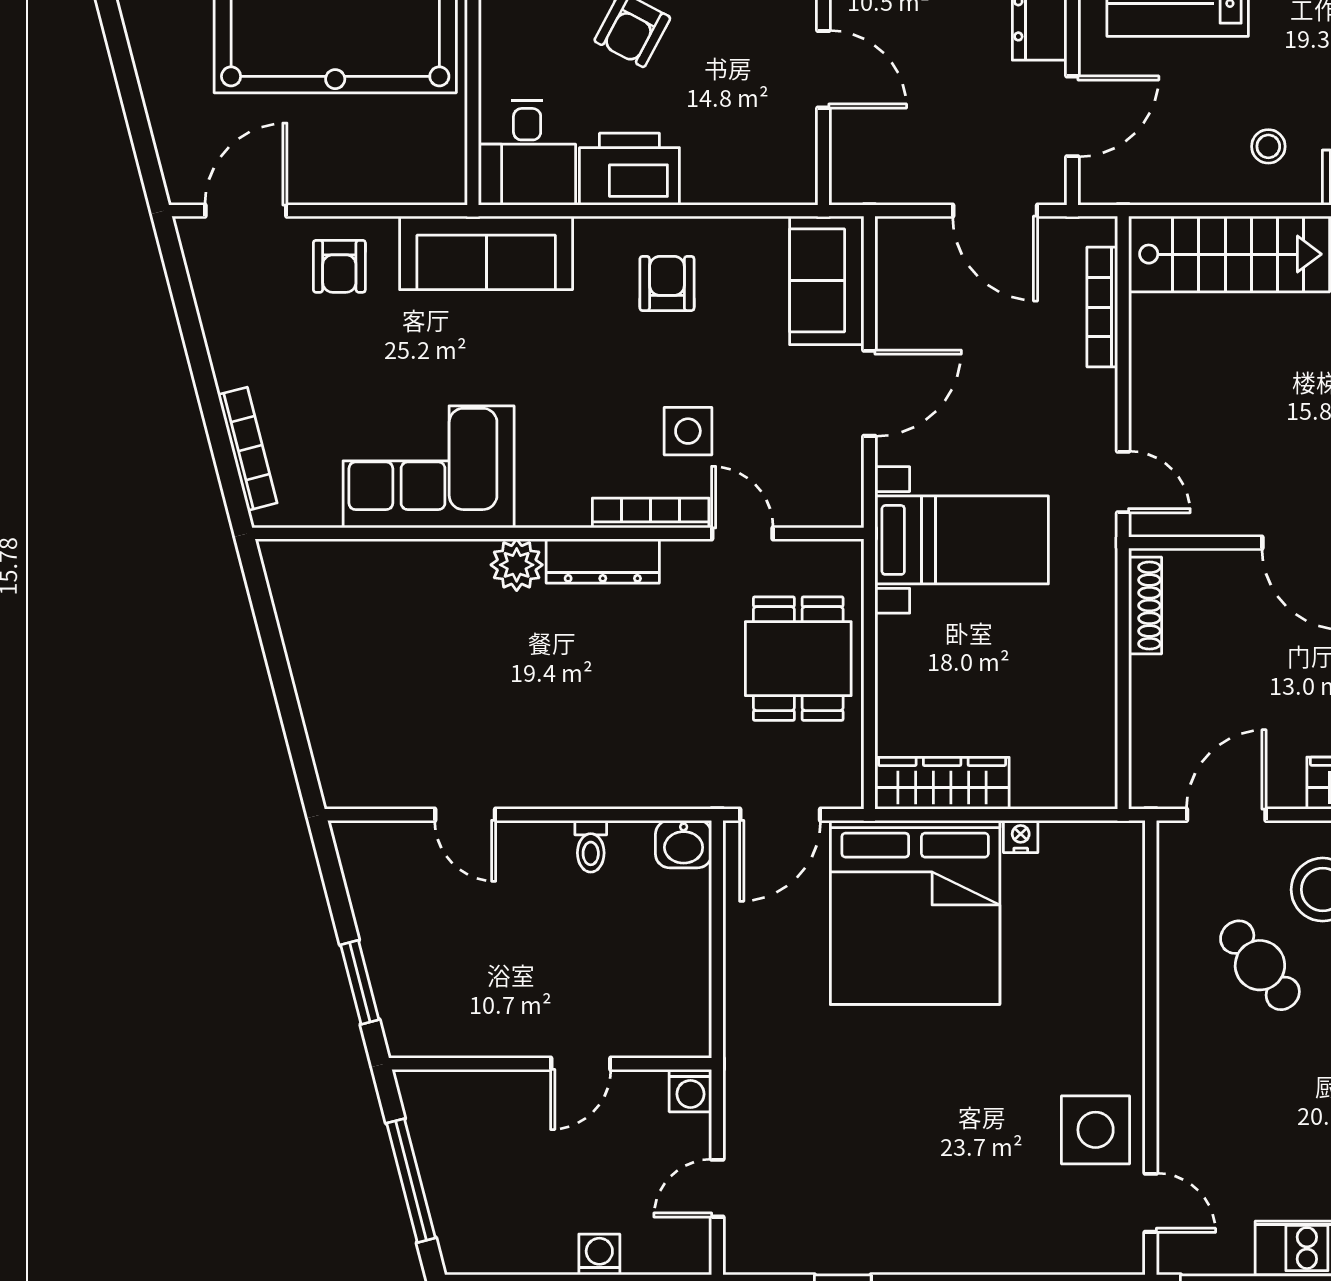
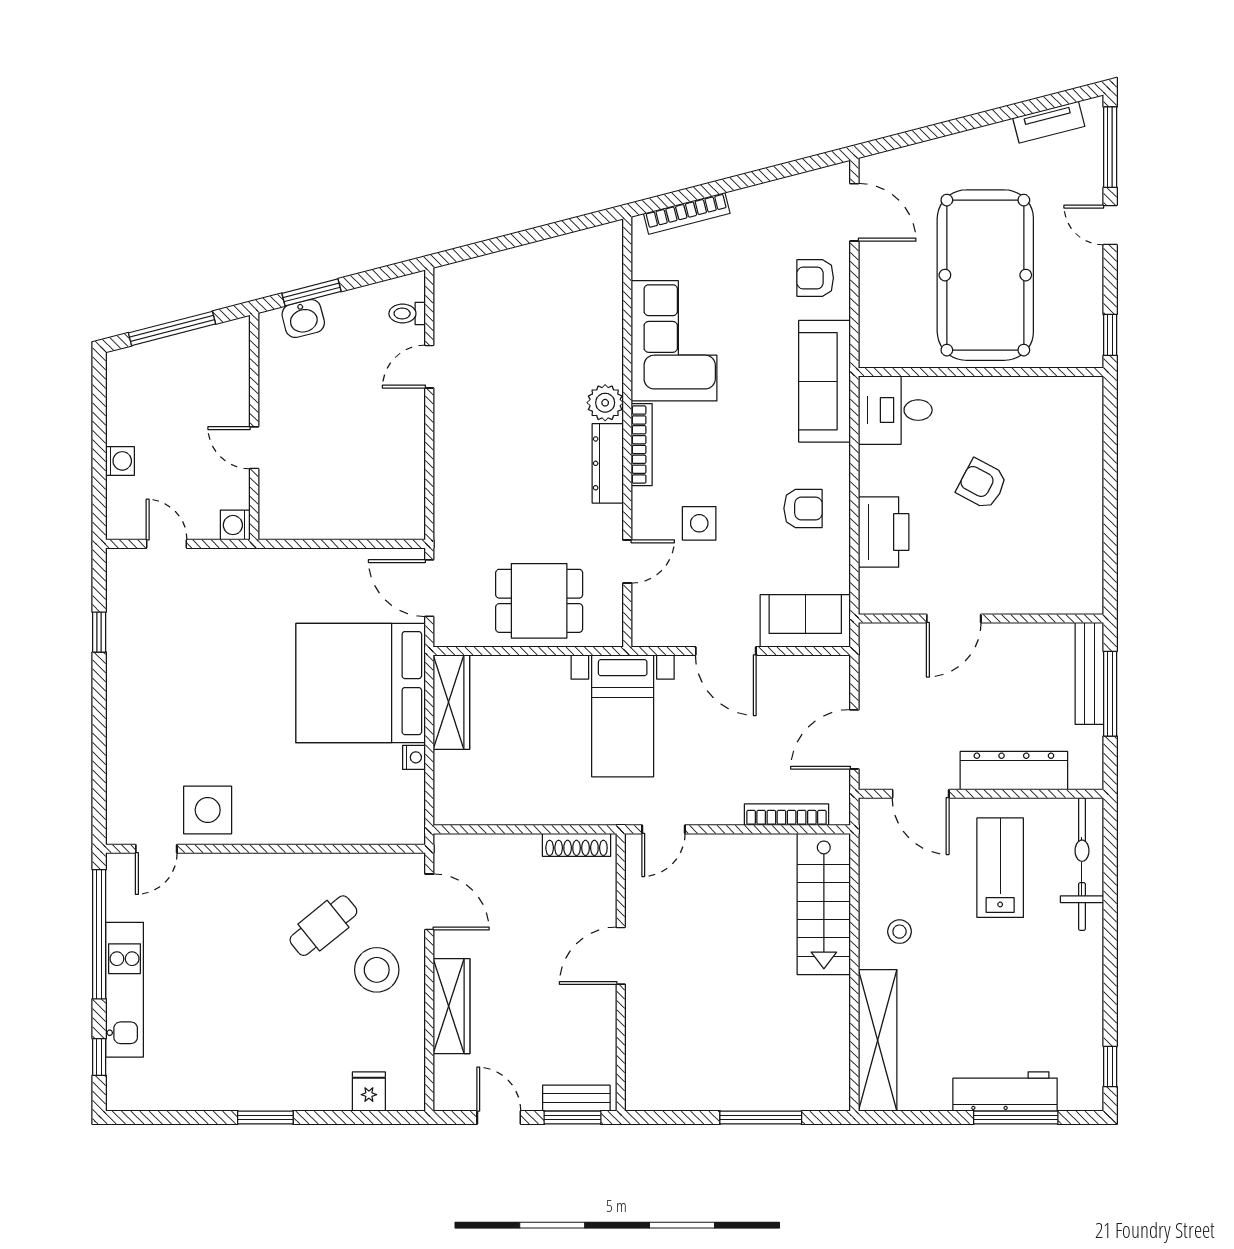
printer: (629, 169) -> (884, 532), moved
bookcase: (651, 513) -> (642, 445), moved
washbasin: (684, 844) -> (303, 319), moved, turned -104
toilet: (591, 846) -> (407, 314), moved

